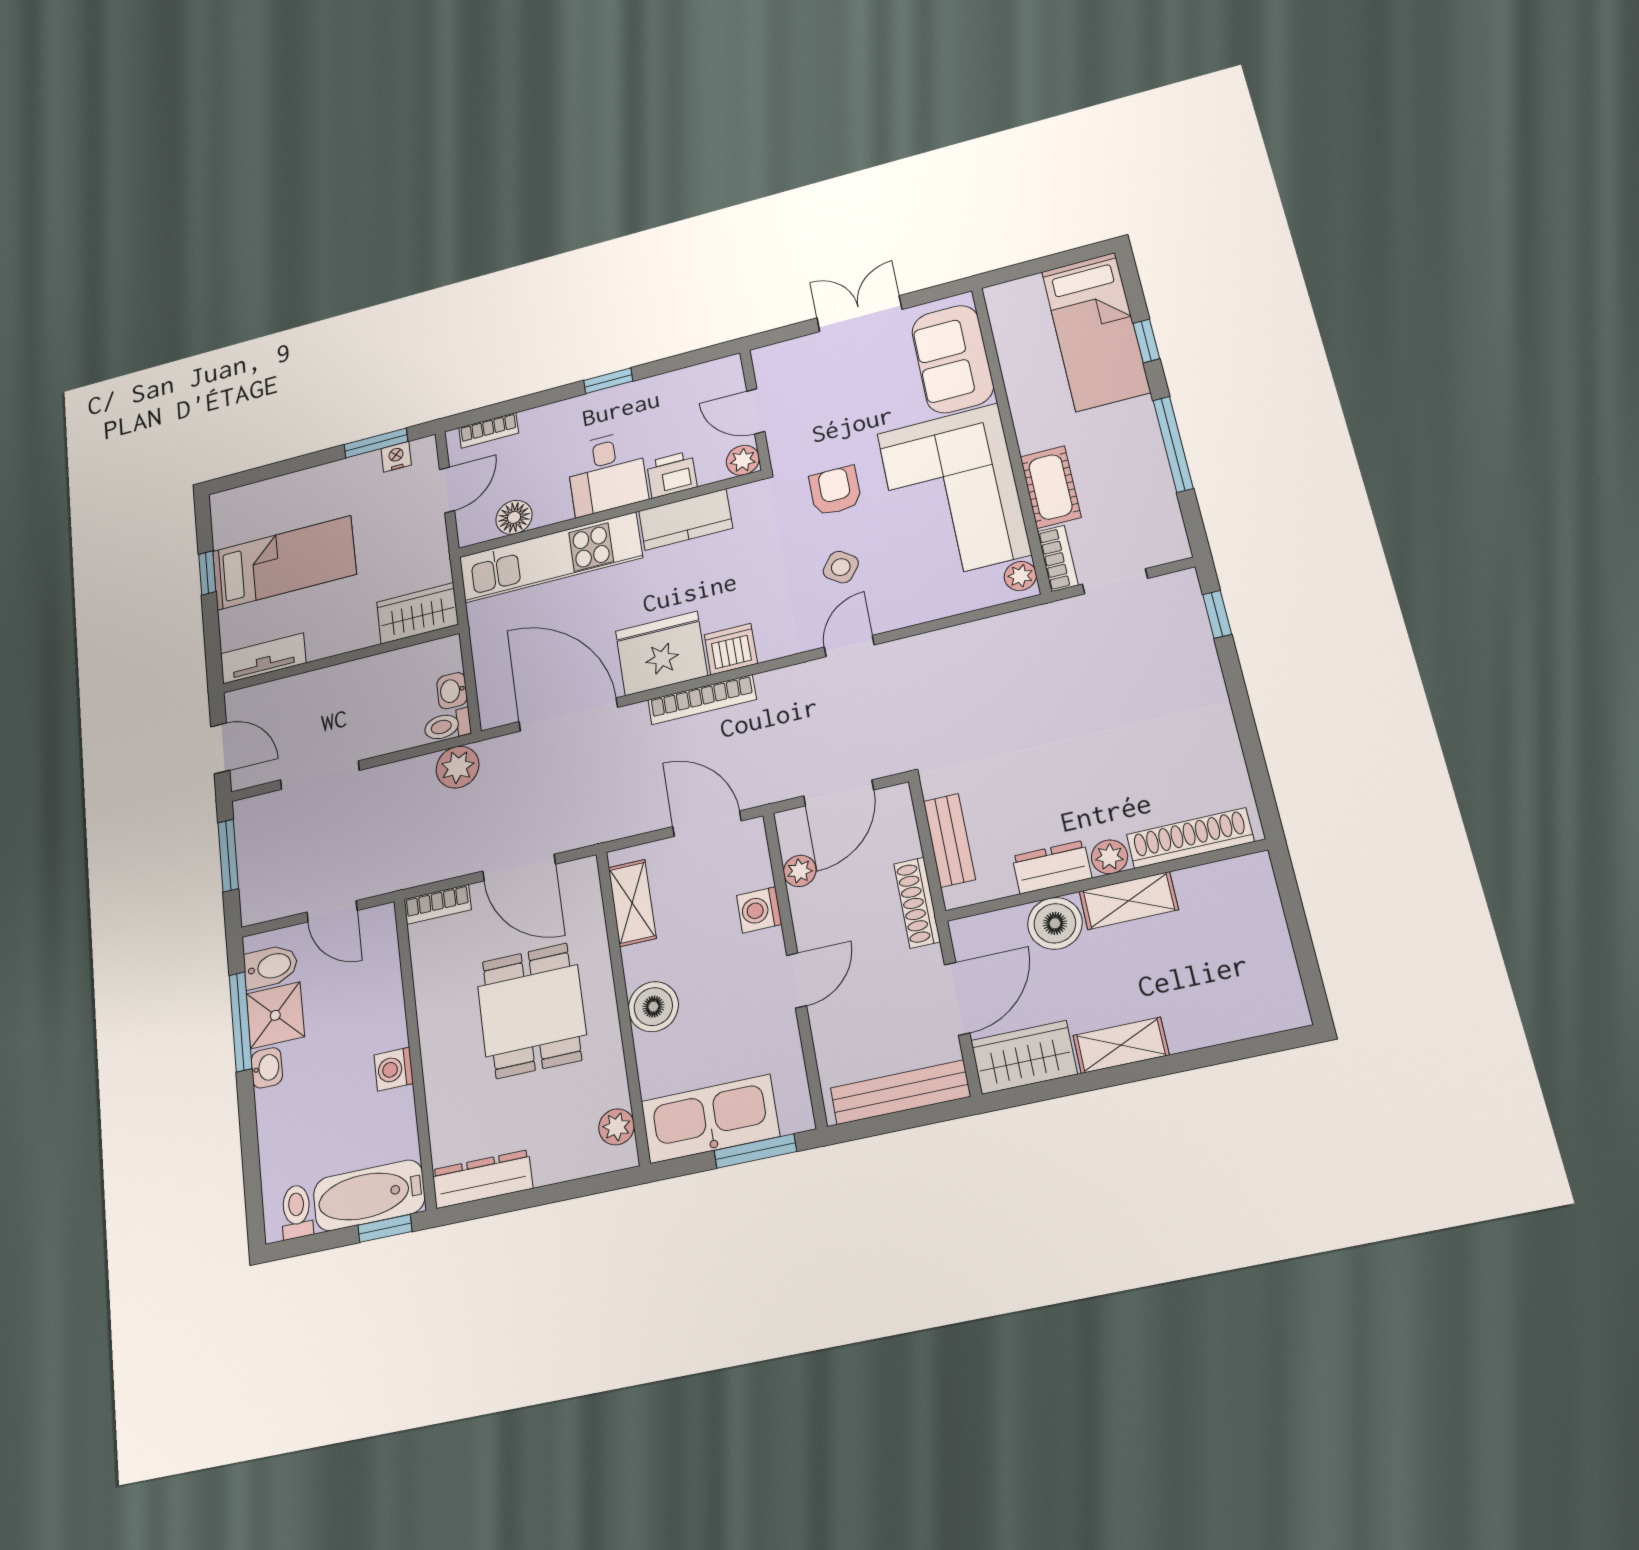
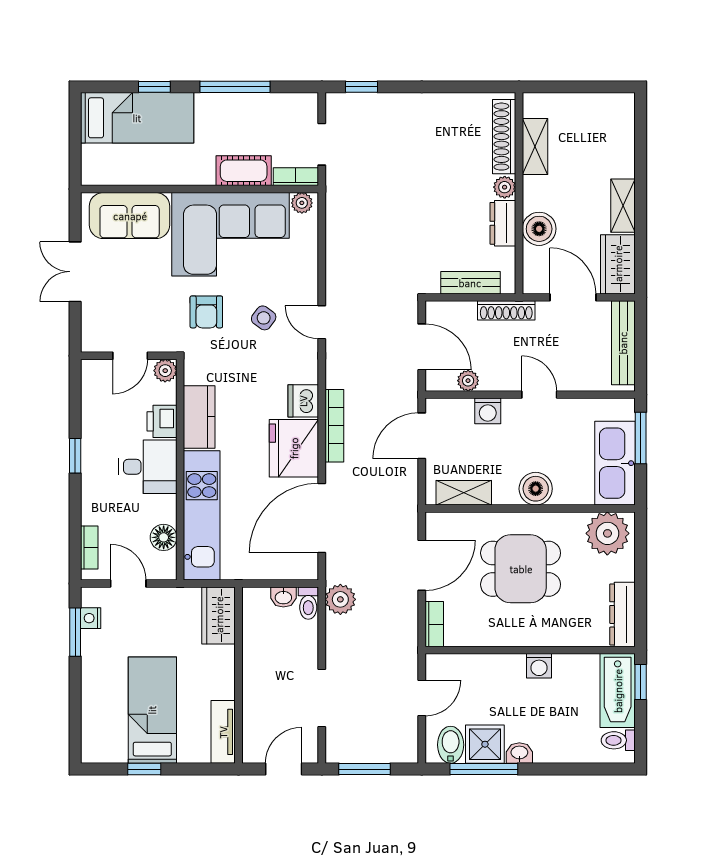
armchair: (835, 491) -> (206, 312), turned -90
shelving: (1129, 901) -> (535, 147), moved
plant: (616, 1127) -> (607, 533), width x1.88, depth x1.88

